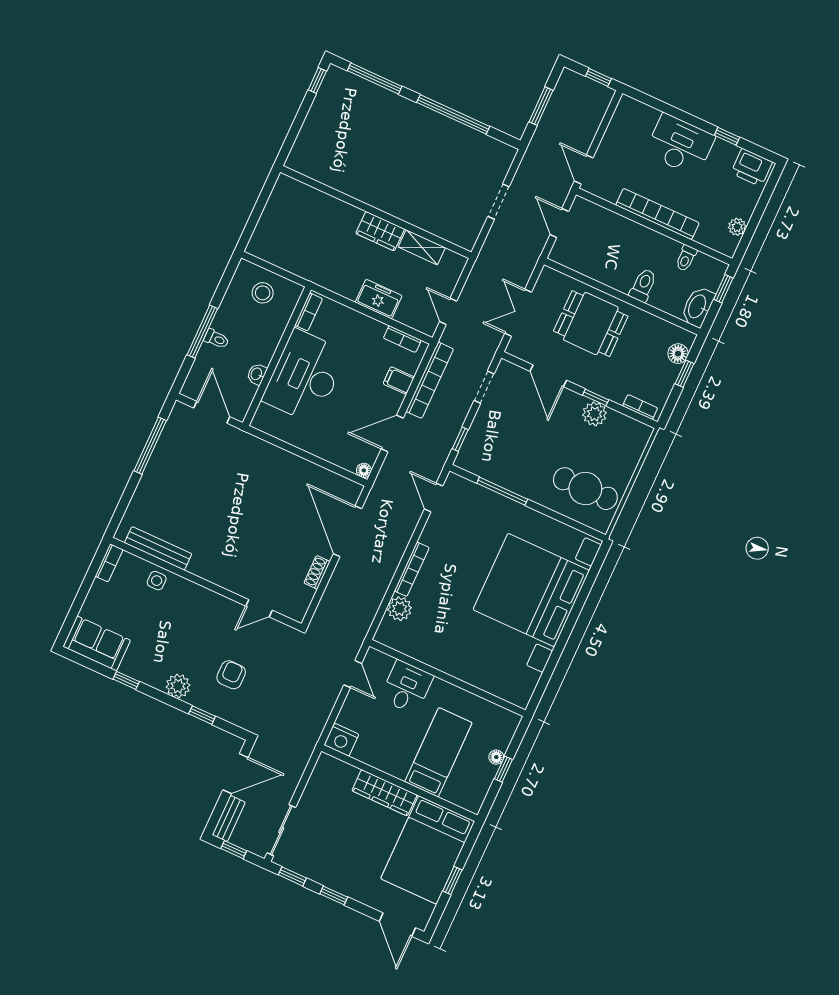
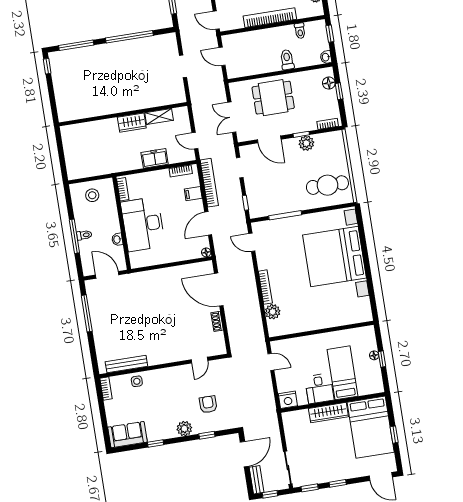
washbasin: (698, 307) -> (326, 57), width x0.52, depth x0.69
desk: (407, 687) -> (319, 388), moved, turned 180

